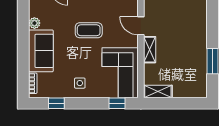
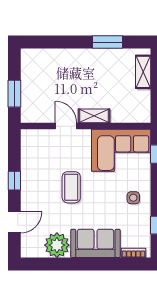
plant: (34, 23) -> (57, 245), width x1.88, depth x1.88
door: (141, 26) -> (66, 126), swing flipped
shelving: (158, 91) -> (143, 72), moved

